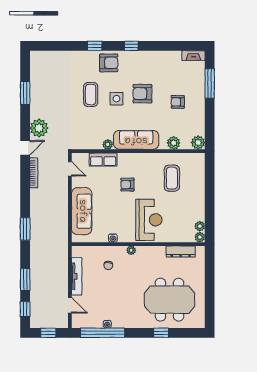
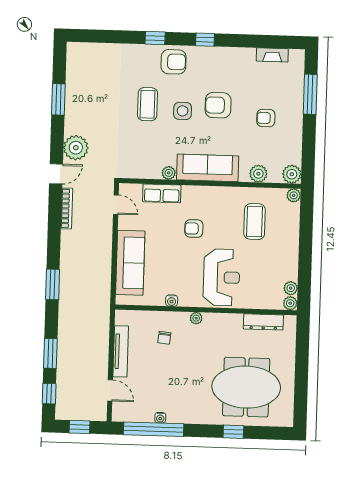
fireplace: (193, 56) -> (272, 55), moved
plant: (200, 158) -> (294, 195), added

